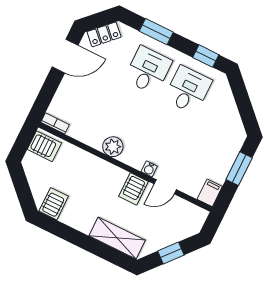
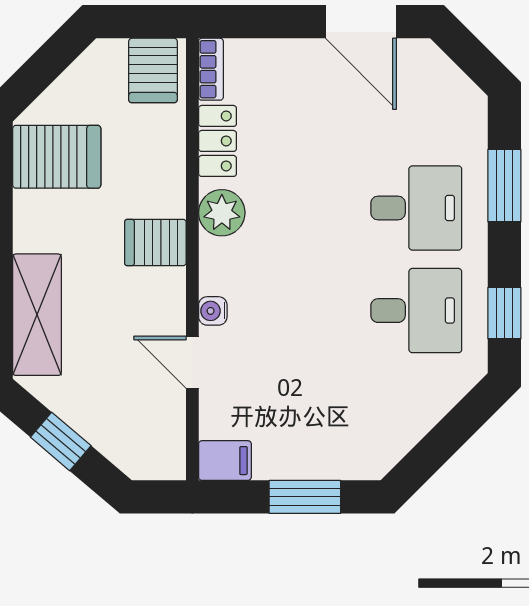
locker: (104, 34) -> (218, 141), moved, turned -135
server rack: (133, 189) -> (155, 242), moved
server rack: (54, 204) -> (57, 157), width x1.36, depth x1.44

